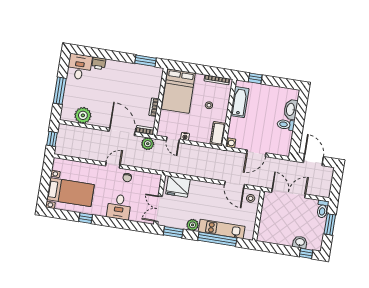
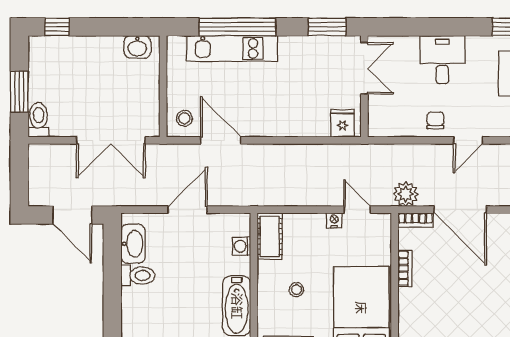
washbasin: (291, 109) -> (133, 244), moved
washing machine: (231, 143) -> (242, 246), moved
fridge: (178, 187) -> (342, 123), width x0.53, depth x0.75
plant: (193, 225) -> (291, 47), removed
washbasin: (300, 242) -> (137, 47), moved

